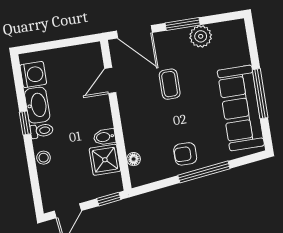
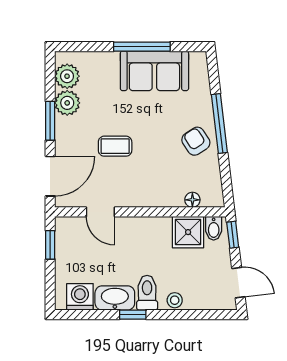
plant: (224, 32) -> (67, 76), added
window: (74, 41) -> (50, 245), added
sofa: (241, 108) -> (154, 71), width x0.73
toilet: (42, 131) -> (147, 293), width x1.37, depth x1.39
bidet: (105, 137) -> (214, 228), moved
armchair: (185, 154) -> (196, 141), turned 147

